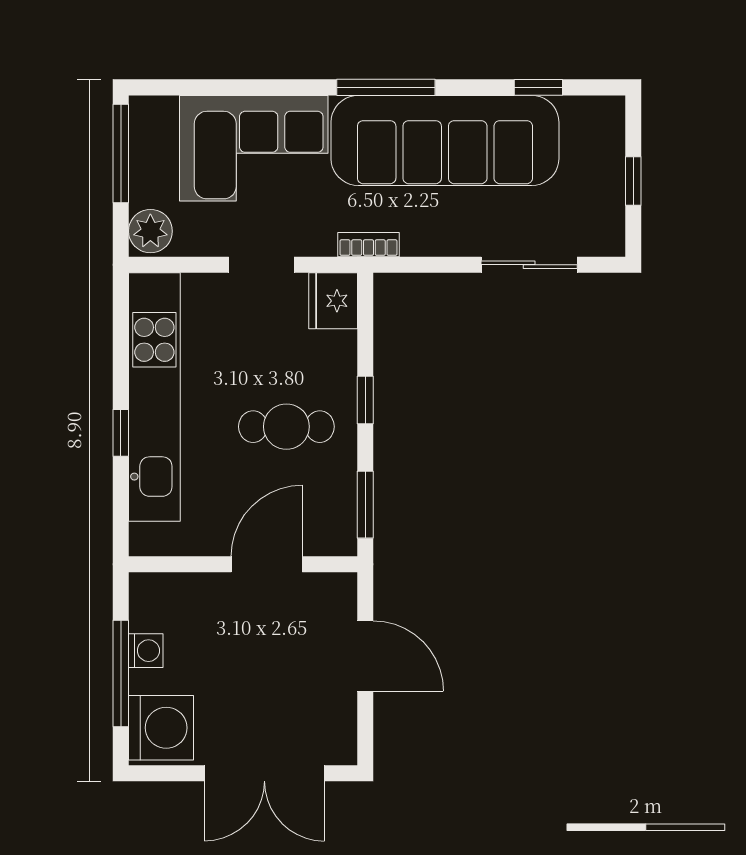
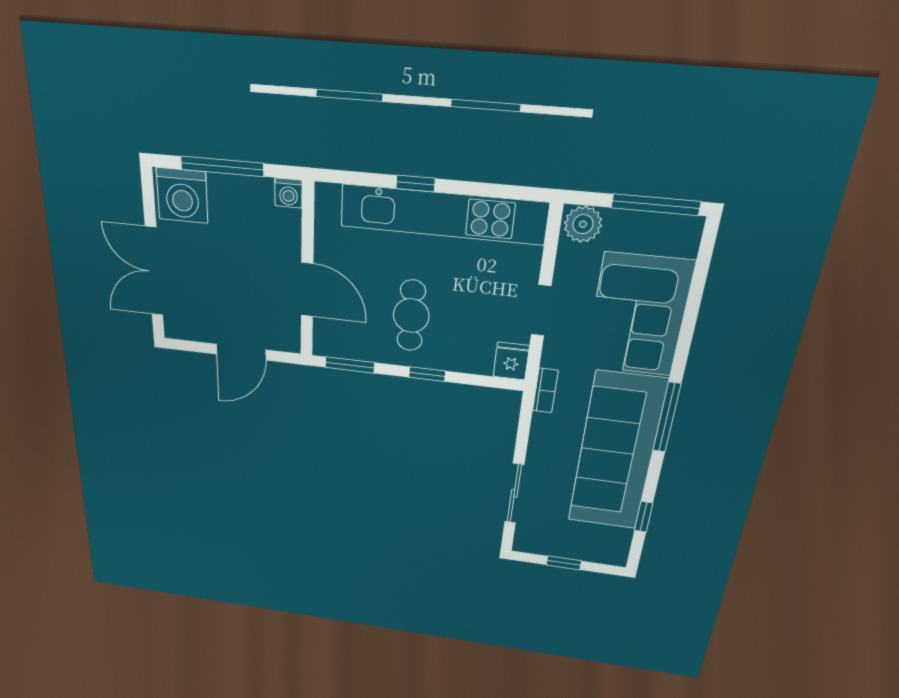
fridge: (333, 301) -> (511, 361), width x0.72
washing machine: (146, 651) -> (288, 193), moved

